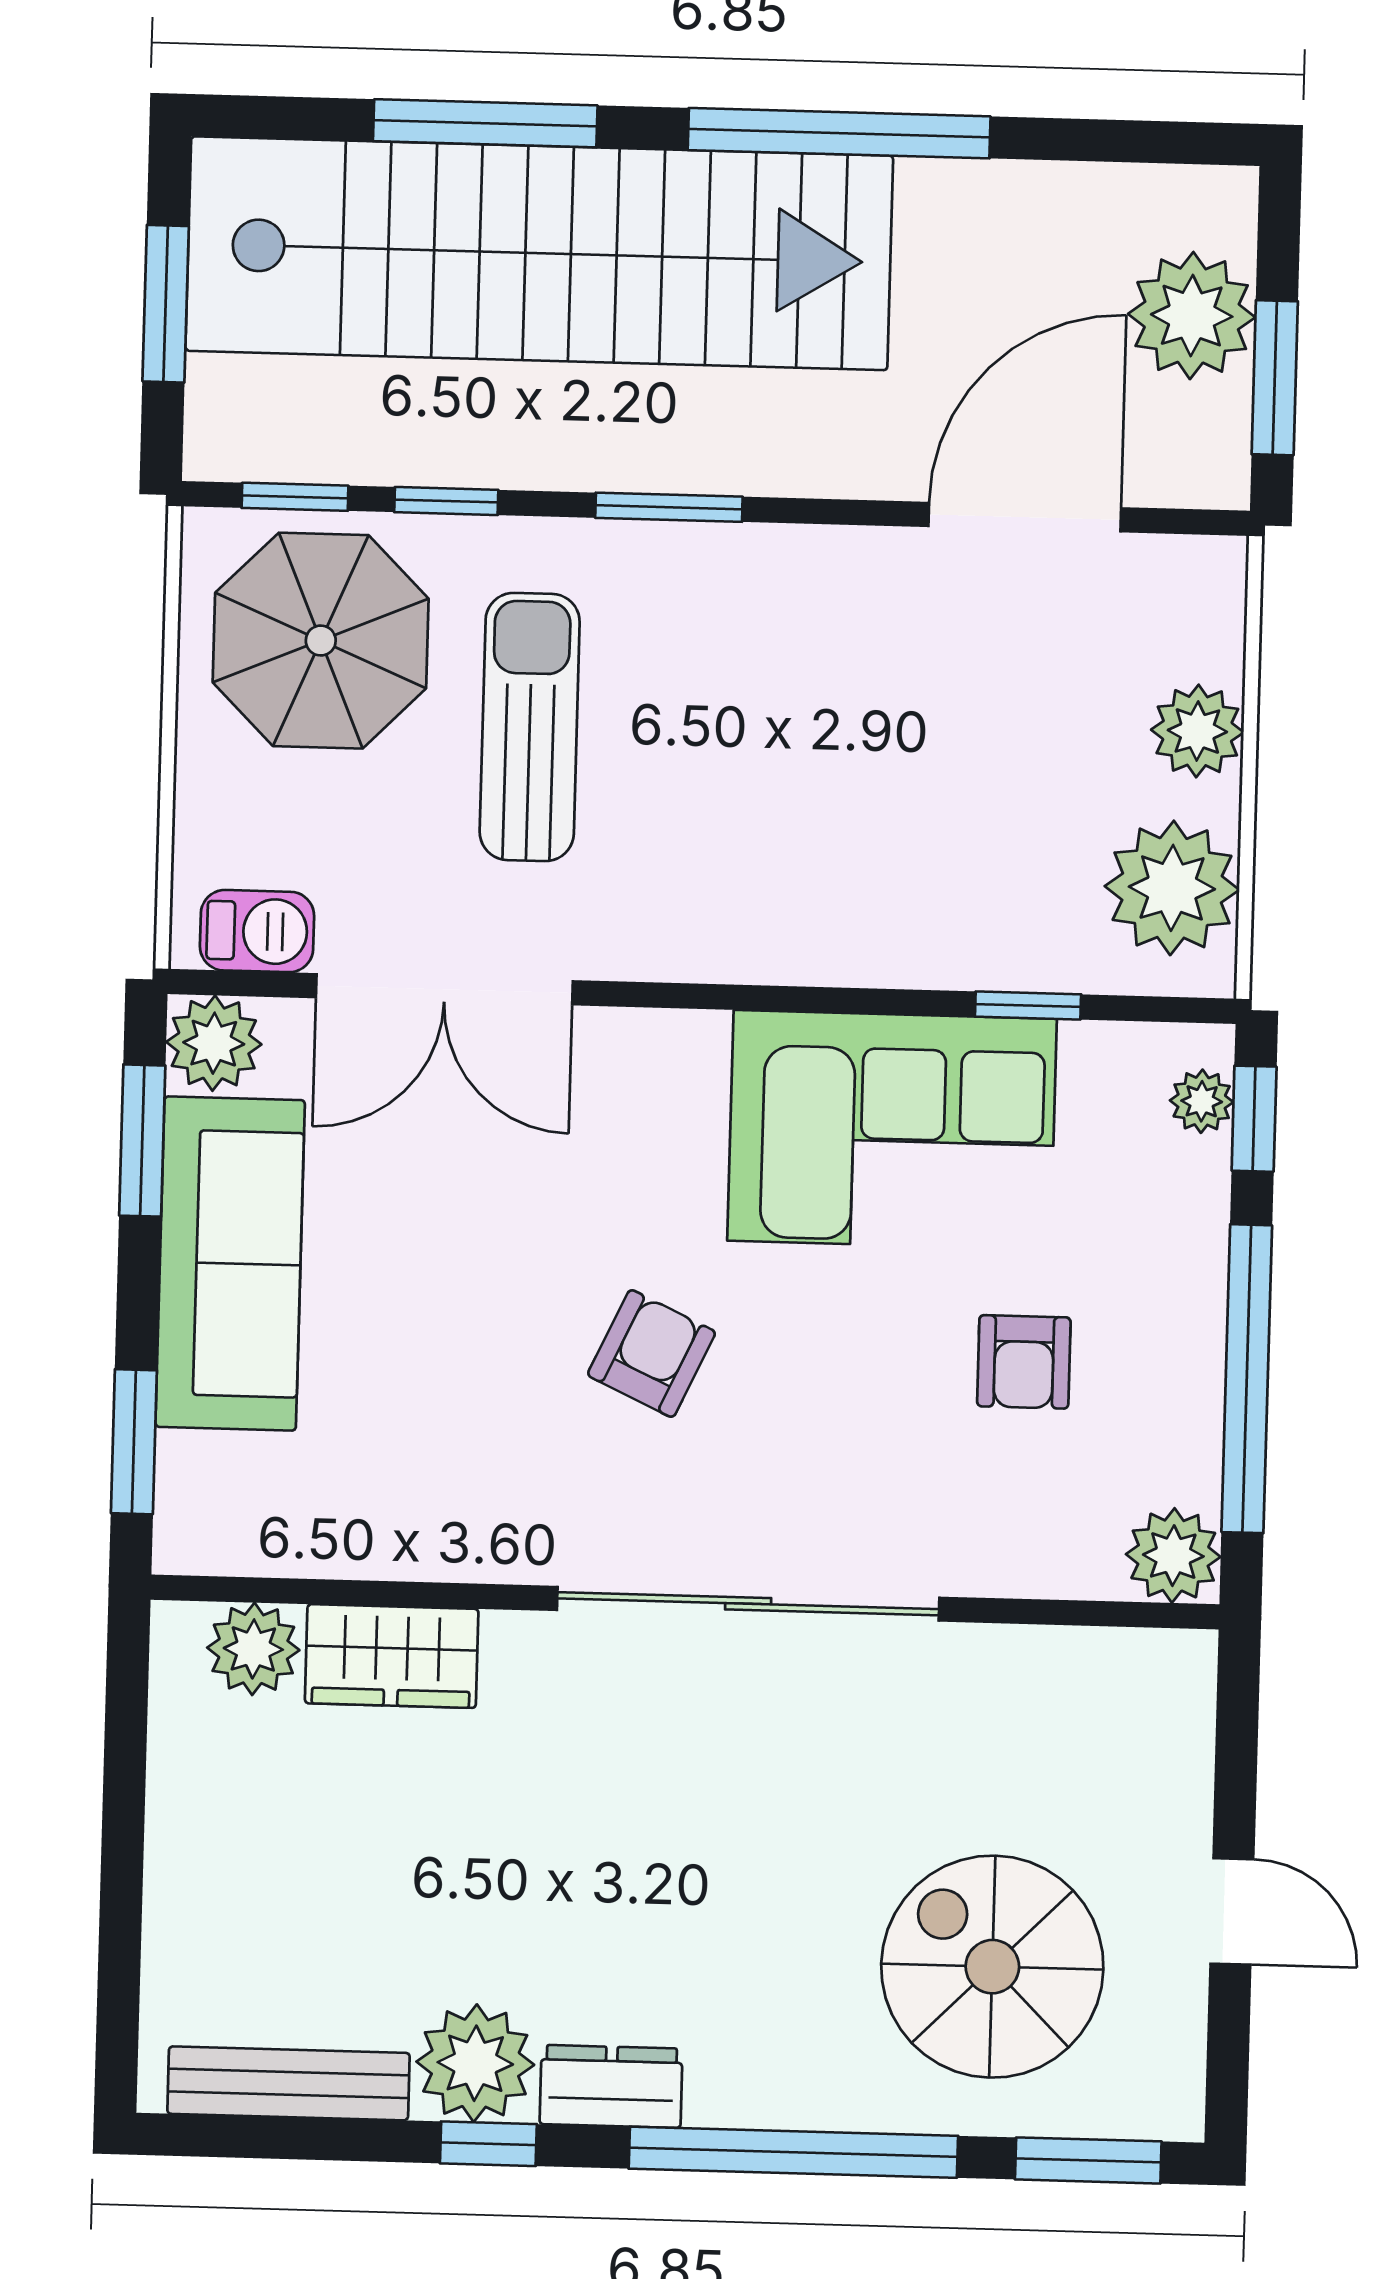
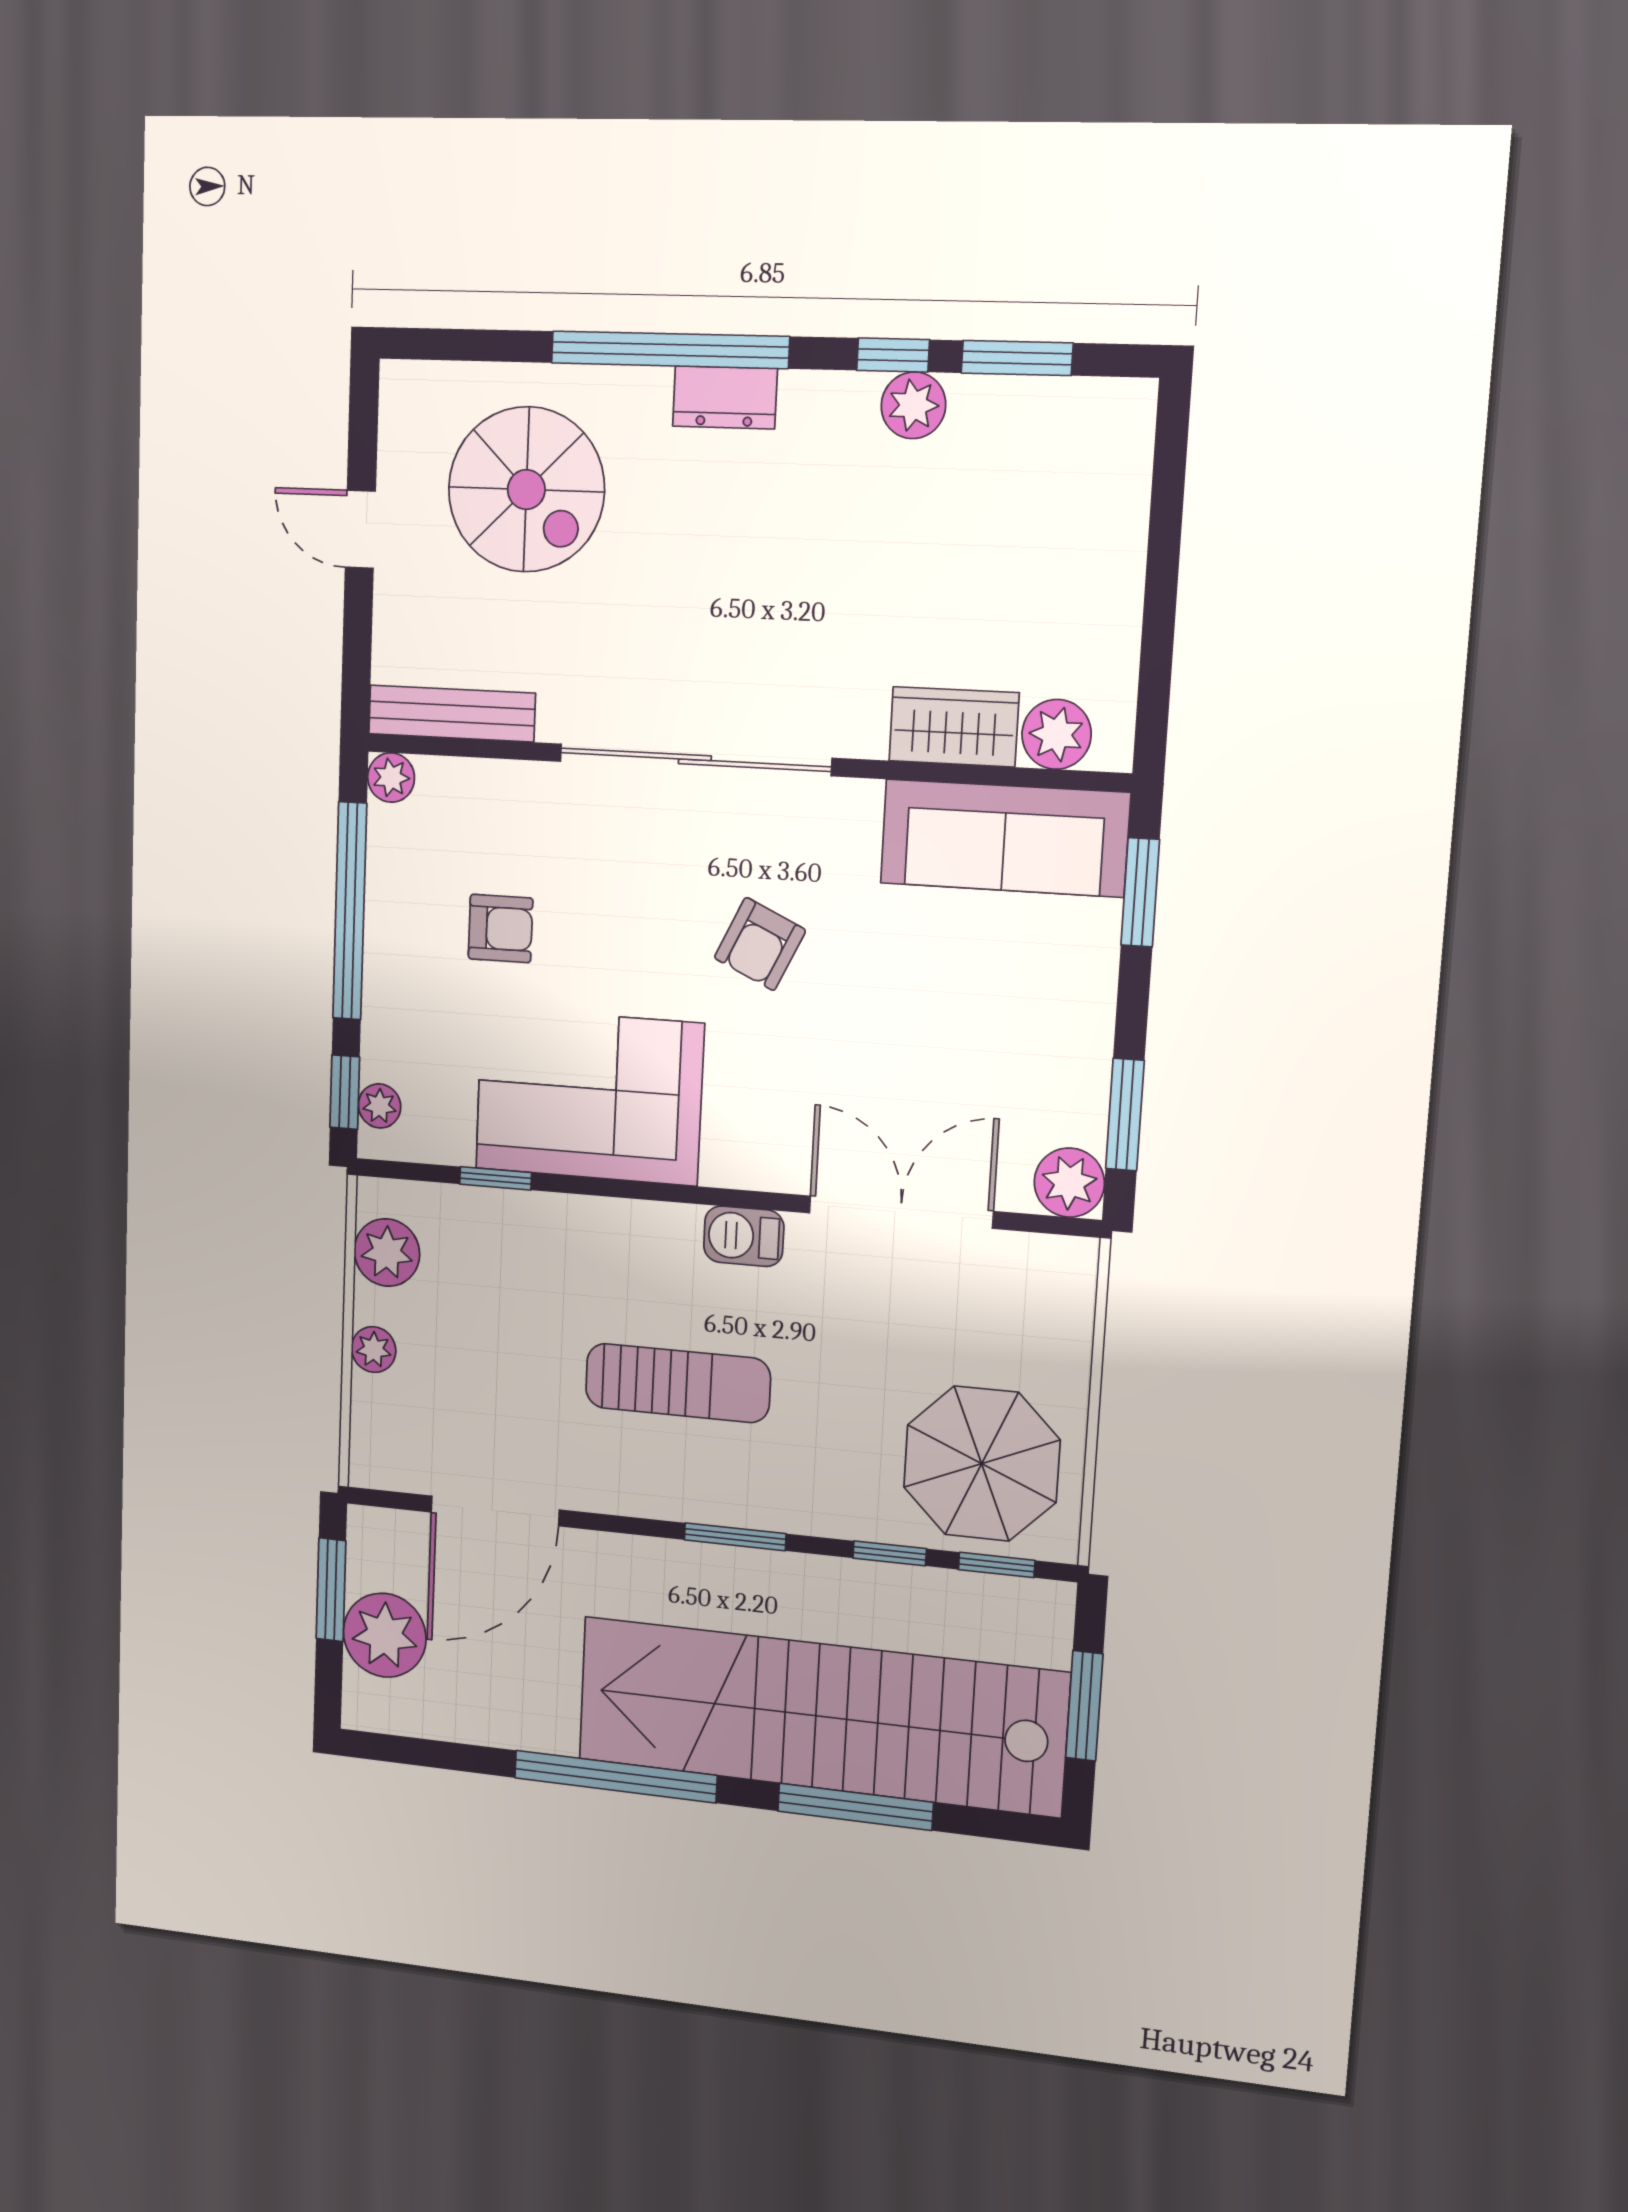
sun lounger: (530, 727) -> (678, 1383), moved, turned -90
plant: (1197, 731) -> (374, 1350), width x0.73, depth x0.73
plant: (1172, 888) -> (387, 1252), width x0.73, depth x0.73
barbecue: (257, 931) -> (744, 1236), moved
sofa: (230, 1263) -> (1004, 838), moved, turned -90
armchair: (1024, 1362) -> (500, 929), turned 90
plant: (1173, 1556) -> (391, 778), width x0.73, depth x0.73
plant: (475, 2063) -> (913, 405), width x0.73, depth x0.73
bench: (288, 2083) -> (452, 713), moved
dresser: (611, 2086) -> (725, 397), moved
window: (1088, 2160) -> (1017, 358), moved

